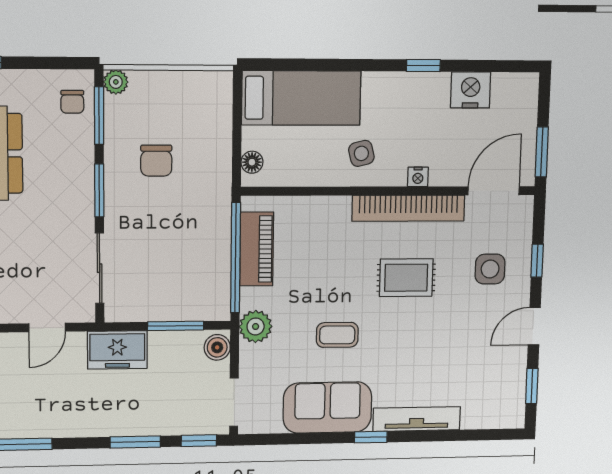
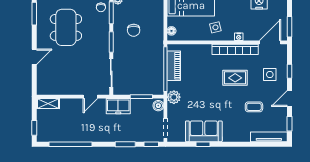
coffee table: (337, 335) -> (254, 107), moved
tv unit: (417, 419) -> (269, 137), moved
window: (371, 437) -> (203, 144), moved

